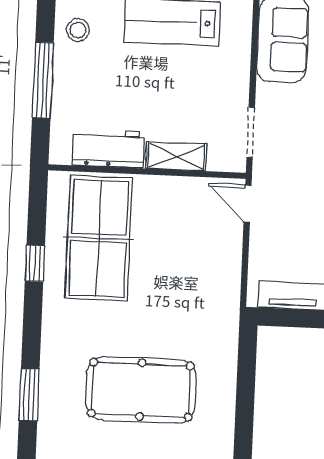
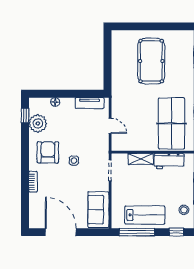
door: (248, 203) -> (110, 126), moved
pool table: (141, 390) -> (151, 61), turned 90

